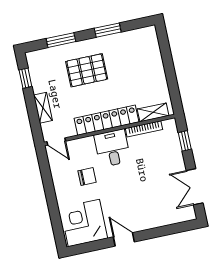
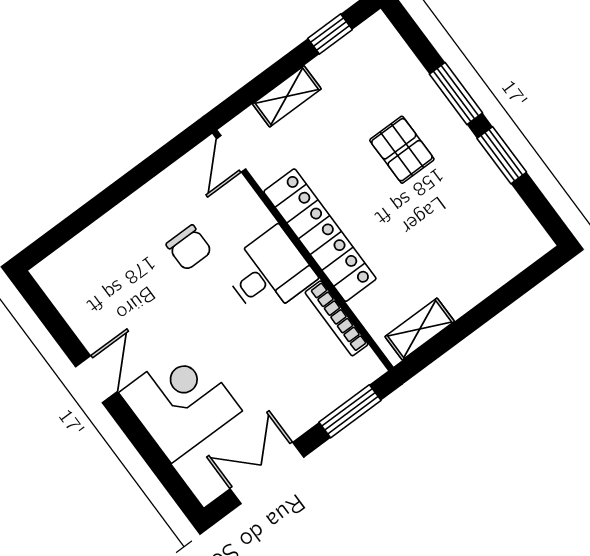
window: (61, 40) -> (456, 94), moved
pallet: (87, 70) -> (402, 150), width x0.67, depth x0.71
shelving: (153, 112) -> (420, 329), moved, turned 90
window: (185, 141) -> (350, 411), width x1.50
corner desk: (84, 223) -> (181, 402), moved

